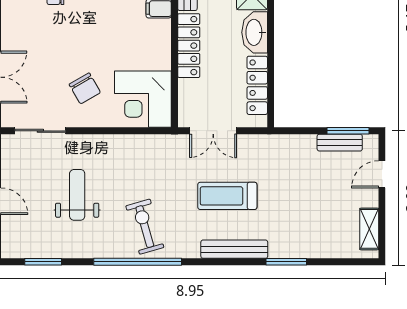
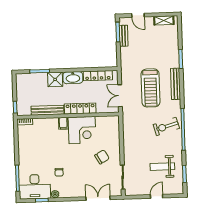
corner desk: (143, 99) -> (82, 130), moved
double door: (213, 131) -> (120, 96), swing flipped
weight bench: (77, 195) -> (162, 167), moved
treadmill: (227, 196) -> (150, 88), width x1.37, depth x1.38

